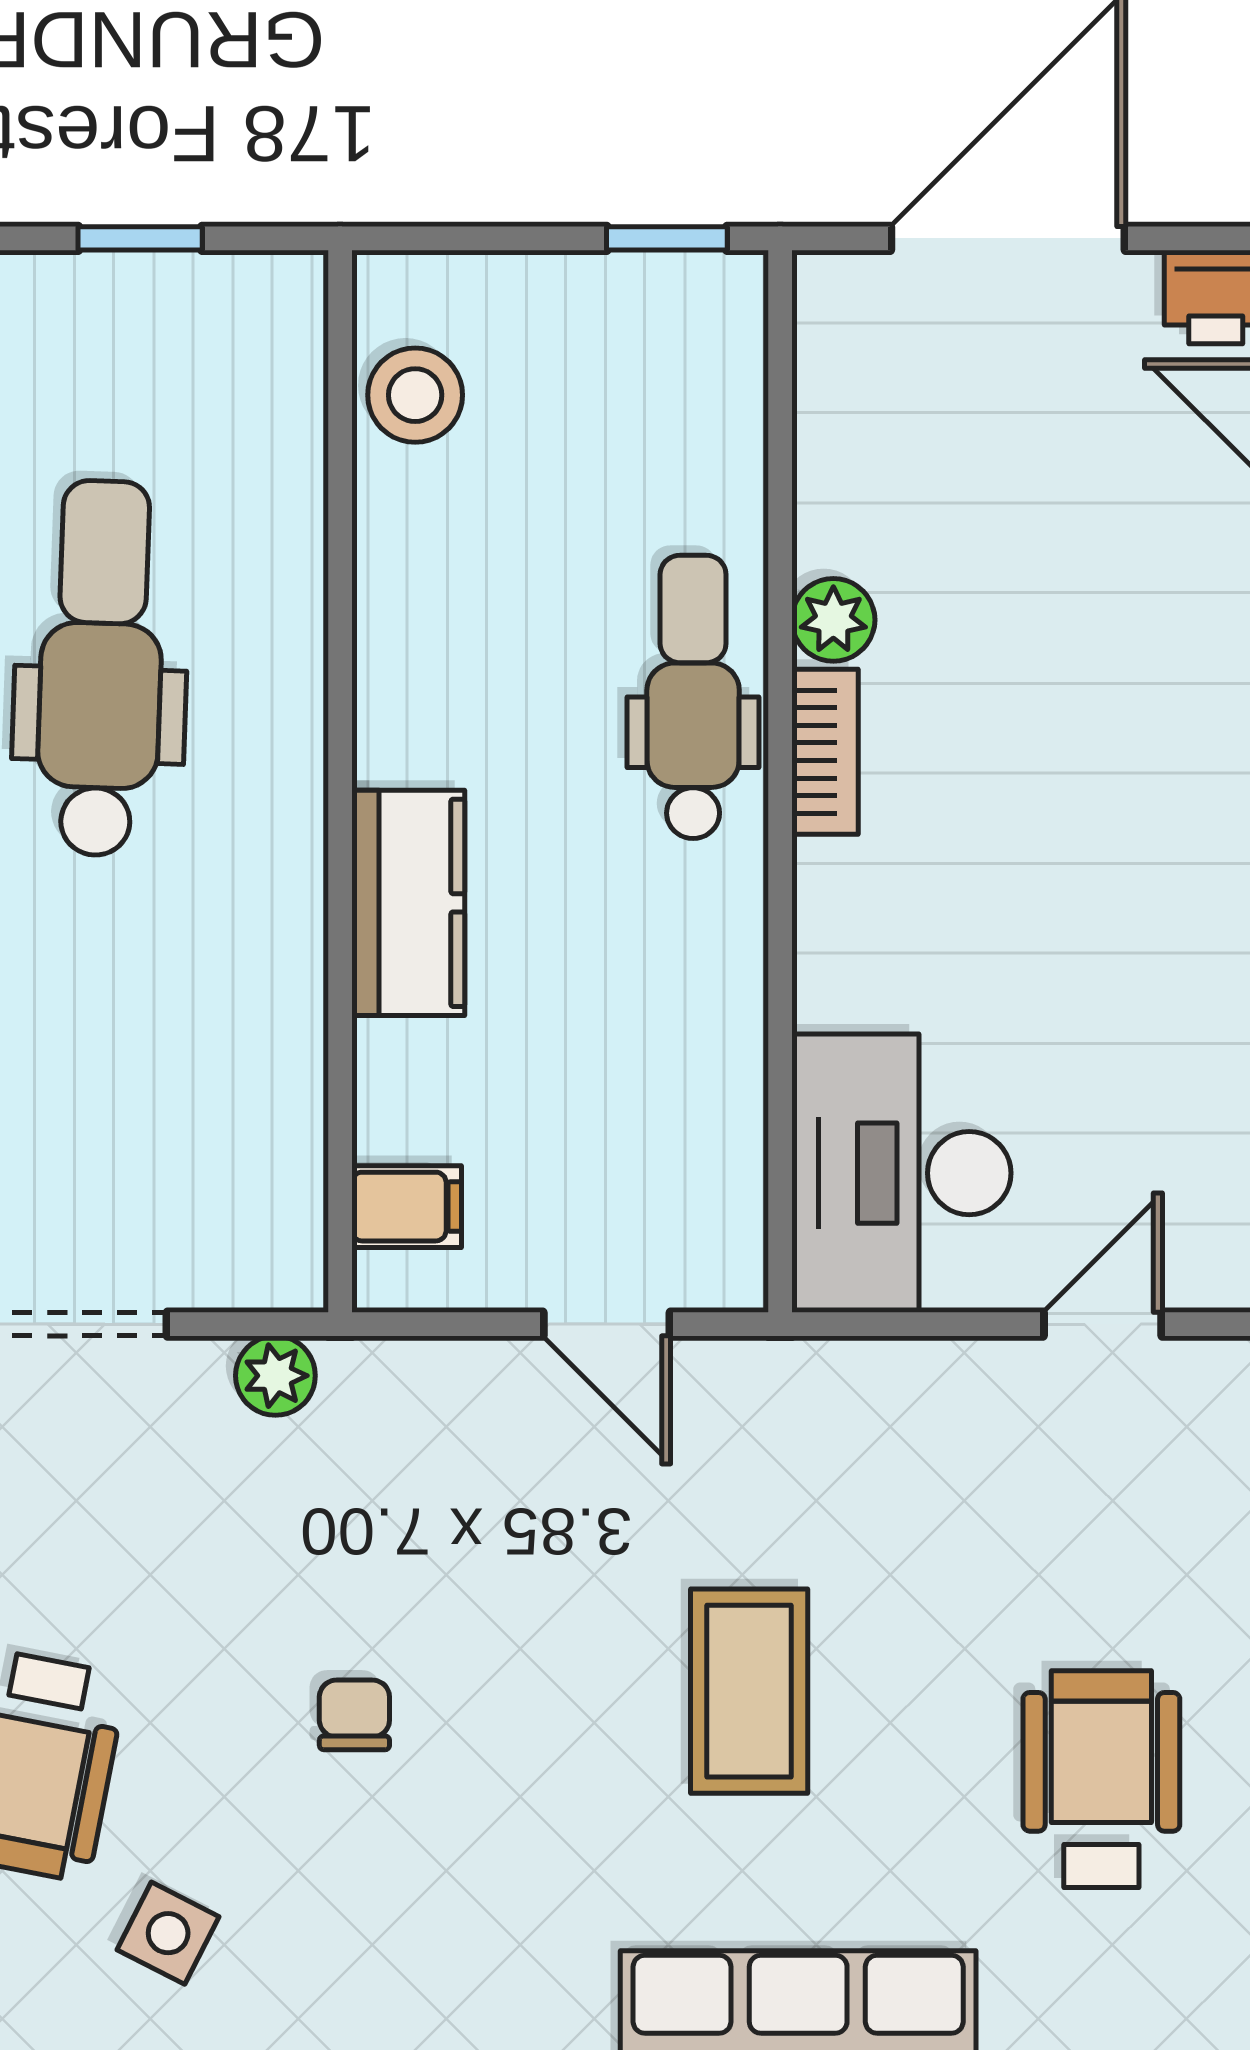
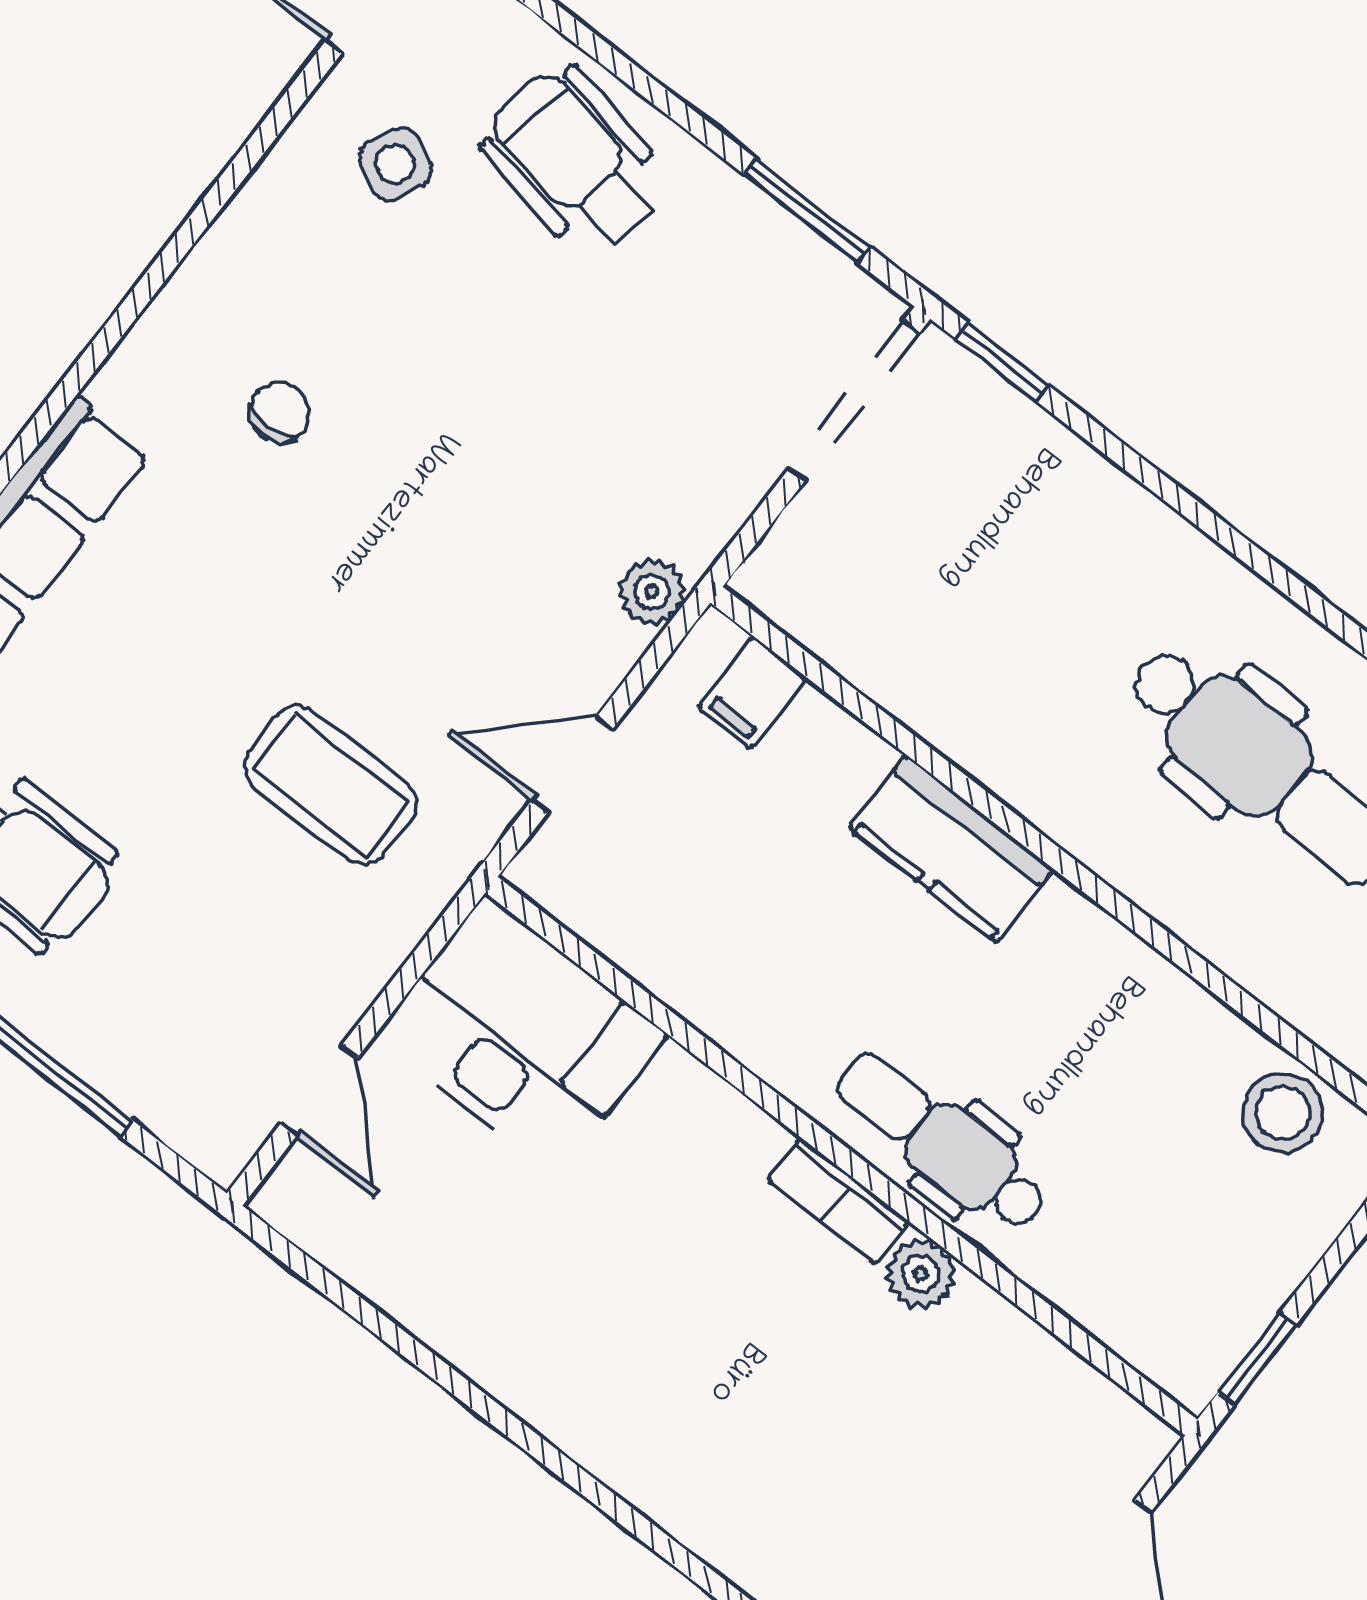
dental chair: (693, 697) -> (941, 1142), turned 180
plant: (275, 1376) -> (652, 592), moved
coffee table: (749, 1691) -> (331, 785), moved
chair: (354, 1715) -> (280, 412), moved, turned -90

